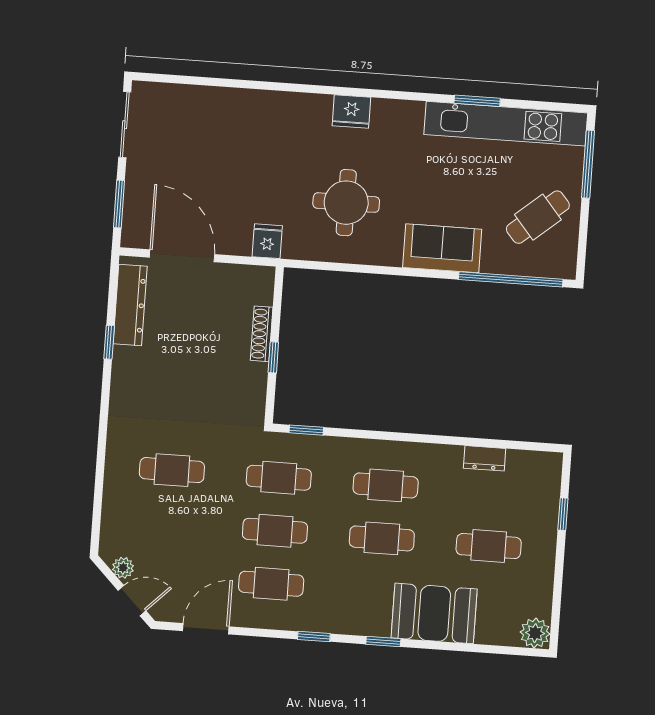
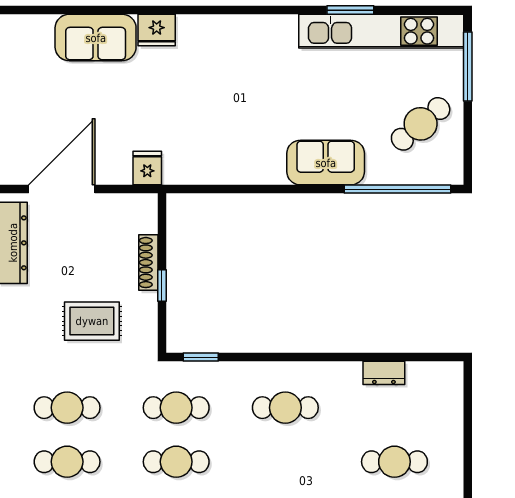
sofa: (226, 110) -> (96, 38), added
fridge: (351, 112) -> (157, 30), moved
round table: (346, 203) -> (225, 123), removed
door: (182, 256) -> (62, 189), hinge flipped
rug: (202, 387) -> (92, 321), added
window: (563, 514) -> (468, 424), removed
cafe table: (382, 538) -> (67, 462), moved

